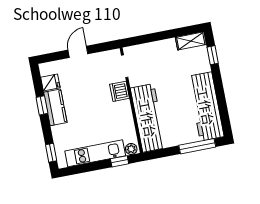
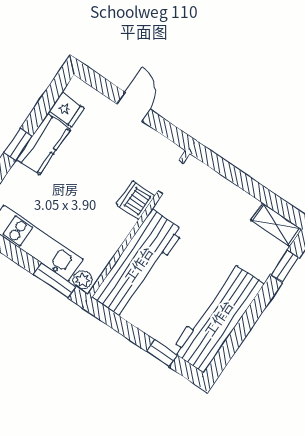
door: (78, 52) -> (134, 107), hinge flipped
window: (42, 105) -> (18, 144), moved
window: (197, 146) -> (162, 353), width x0.46
window: (120, 161) -> (55, 281), width x1.50

